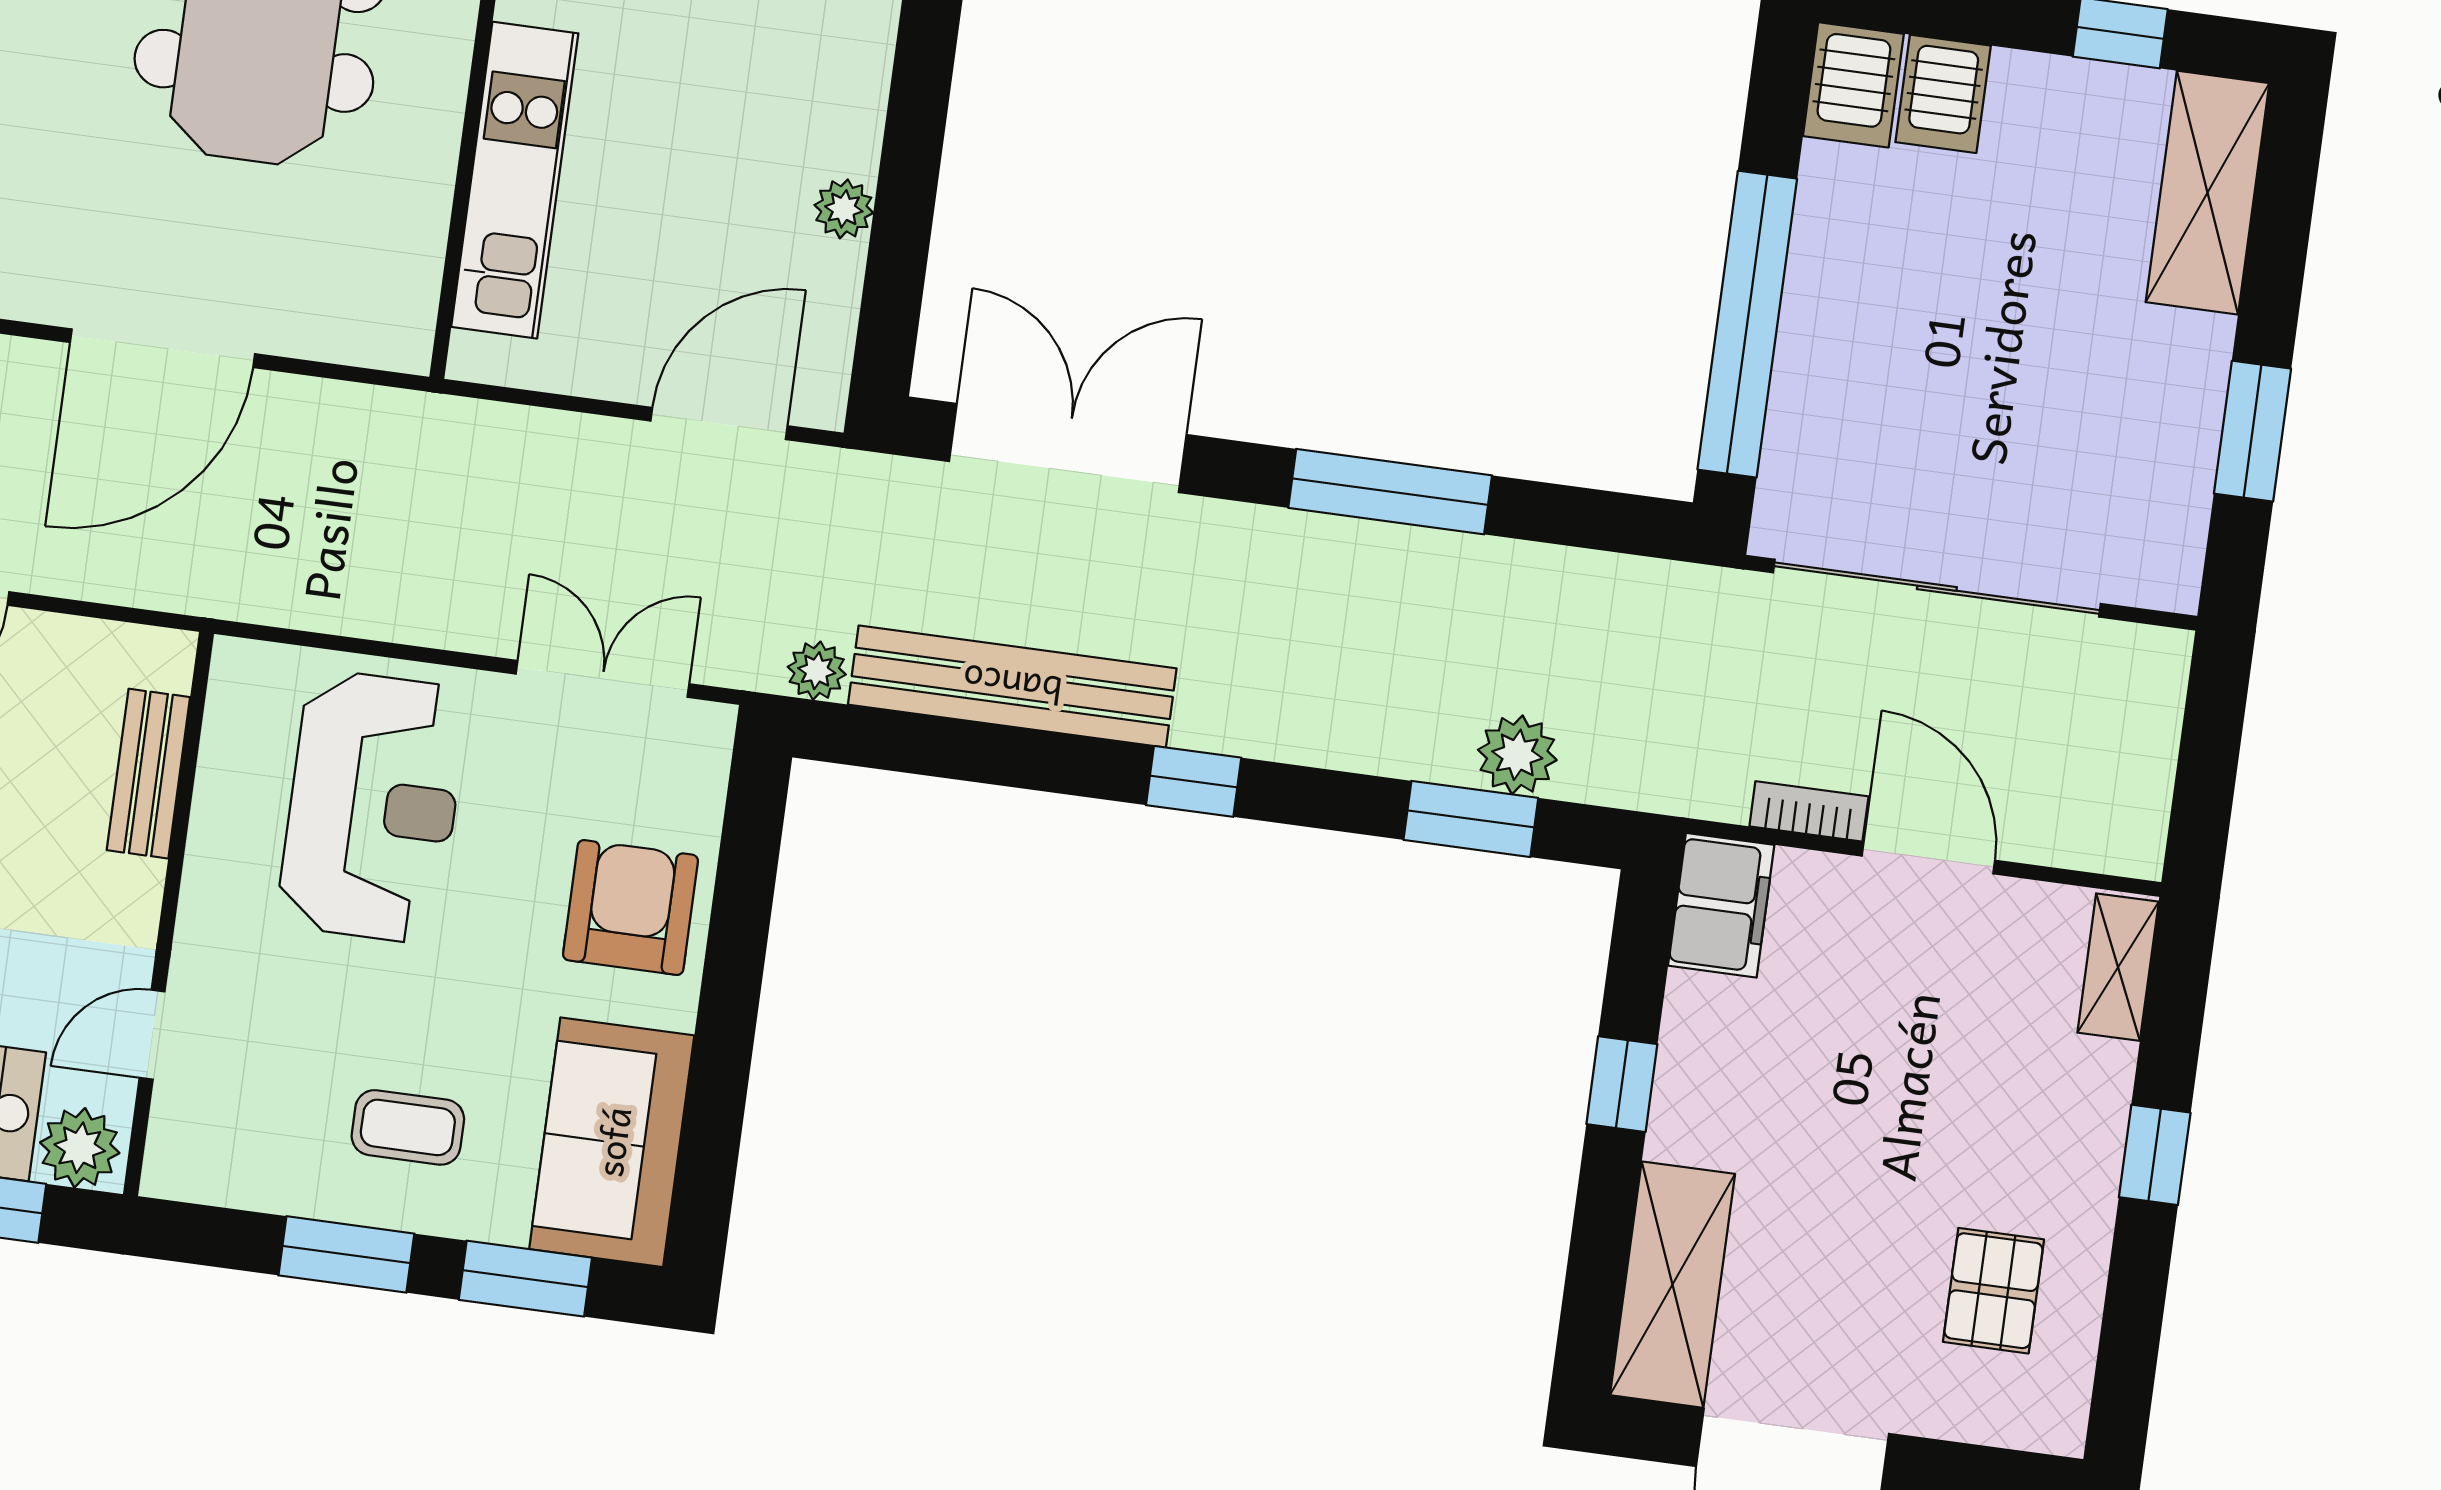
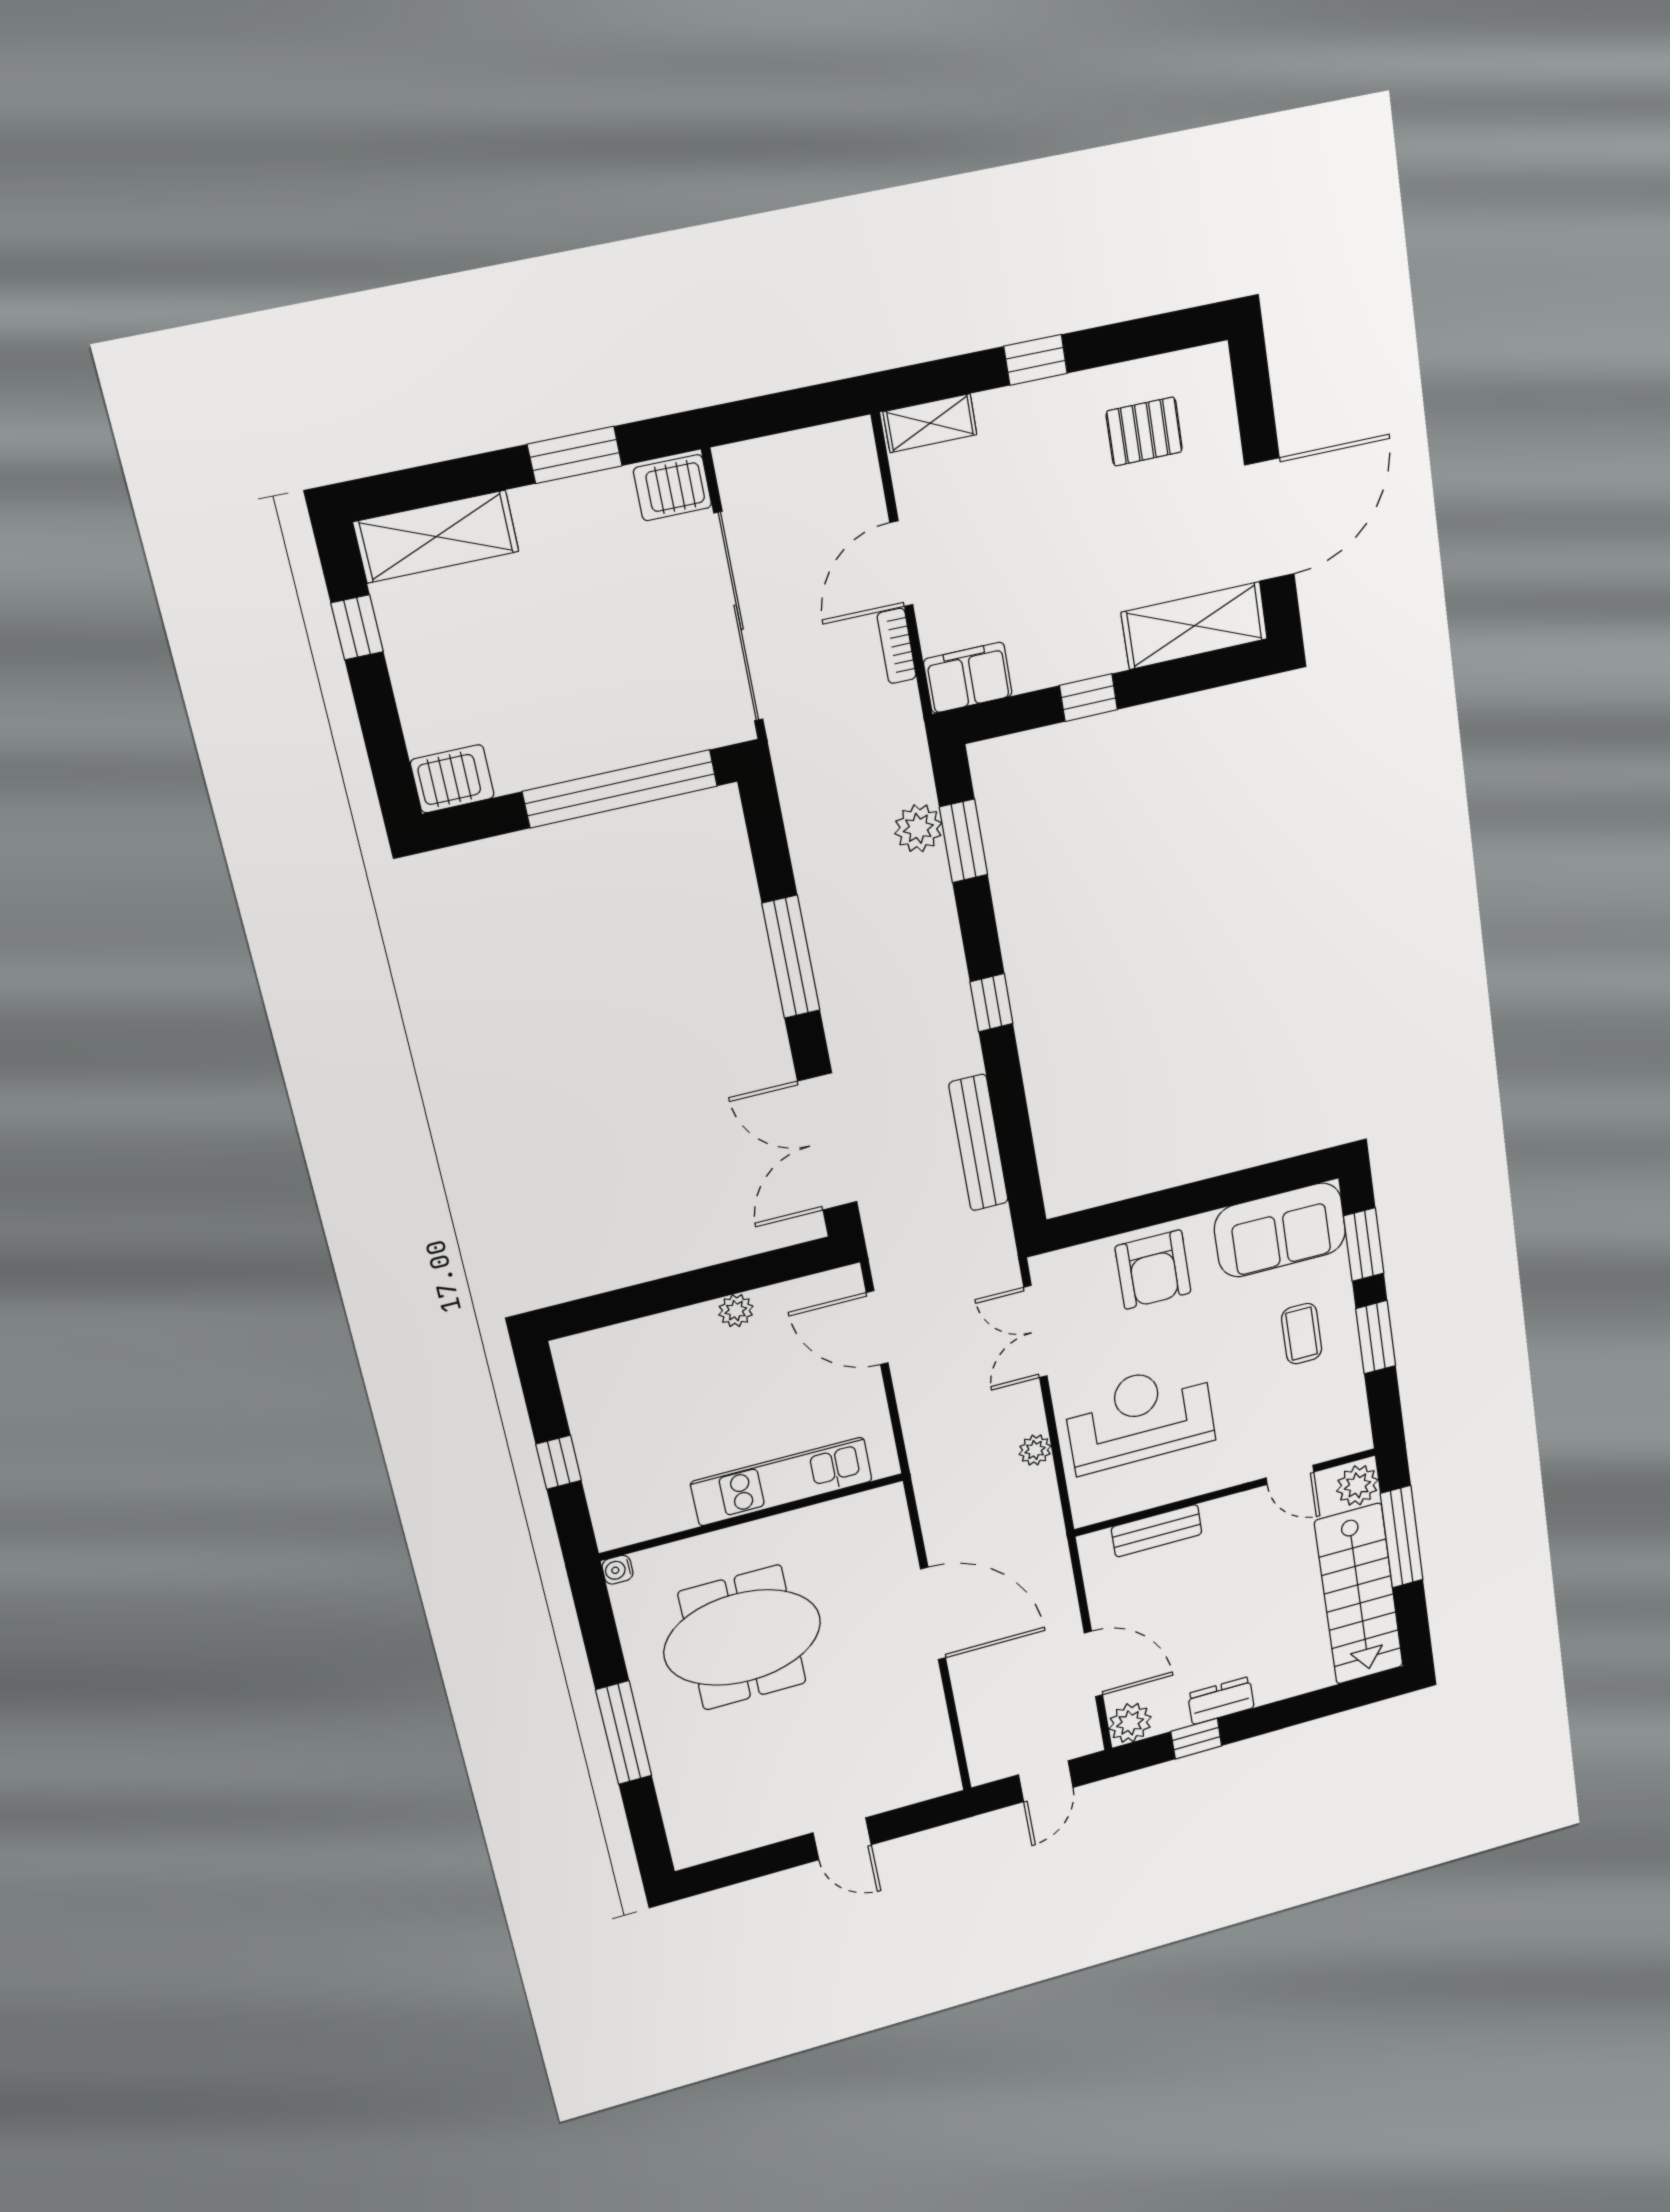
server rack: (1943, 94) -> (672, 488), moved, turned 180
plant: (817, 671) -> (1035, 1450), moved
bench: (1012, 686) -> (979, 1143), width x0.73, depth x0.82
armchair: (631, 908) -> (1153, 1270), turned -90

